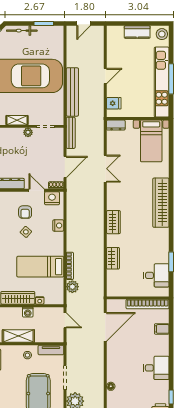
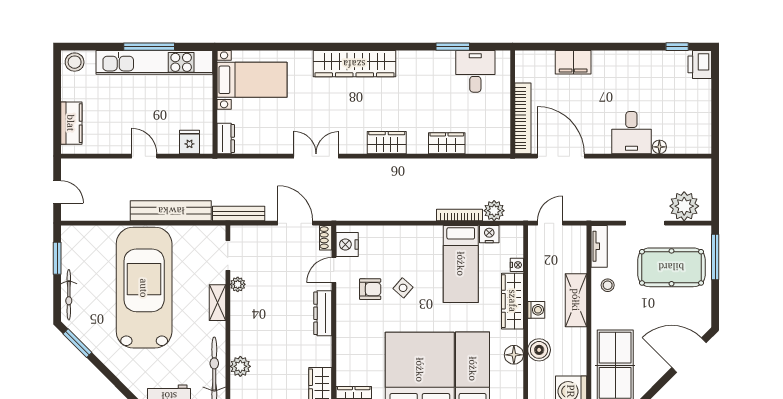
kitchen counter: (137, 32) -> (71, 123), moved
double door: (105, 169) -> (316, 156), moved
nightstand: (58, 225) -> (489, 234), moved
bookcase: (148, 304) -> (523, 118), moved
washing machine: (28, 312) -> (536, 310), moved
filing cabinet: (162, 329) -> (573, 62), width x2.00
desk: (156, 368) -> (631, 133), moved, turned 180

